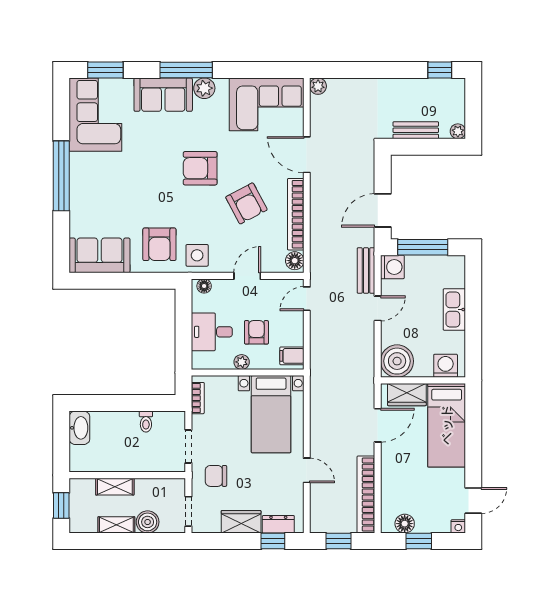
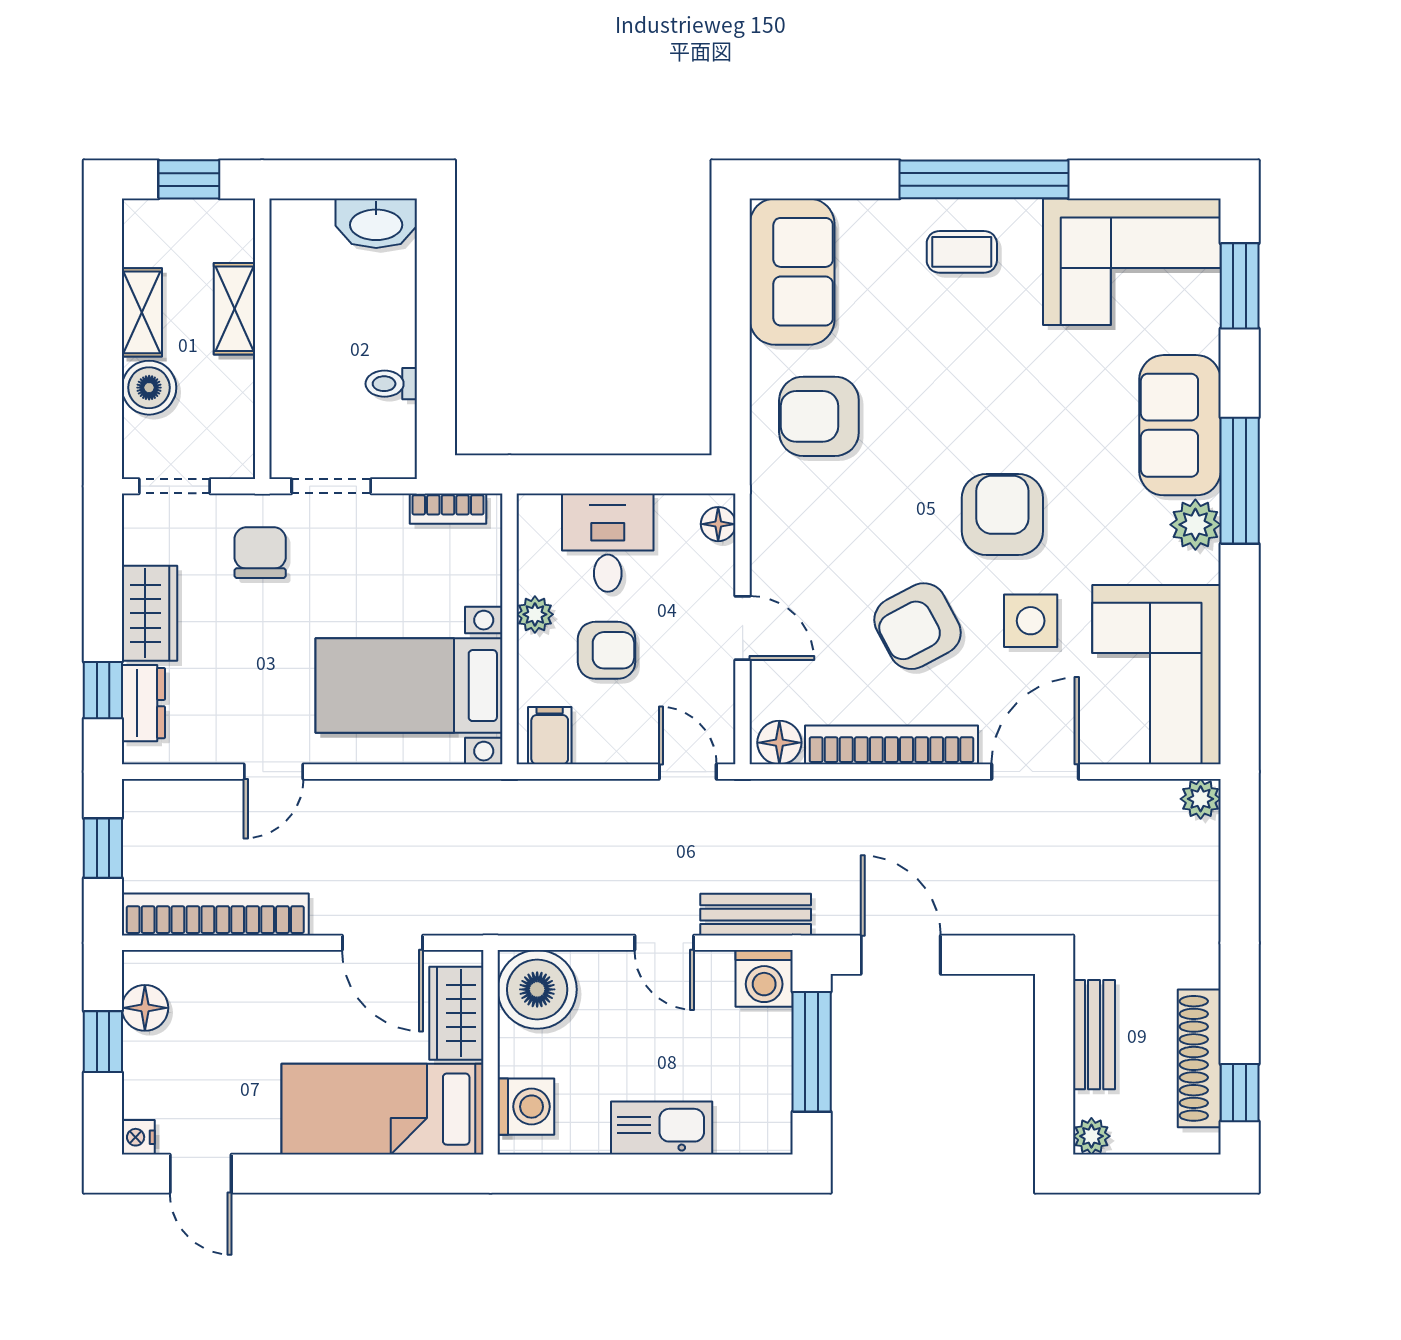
shoe rack: (426, 87) -> (1199, 1058), added
coffee table: (91, 185) -> (962, 252), added
side table: (197, 255) -> (1031, 621), moved

